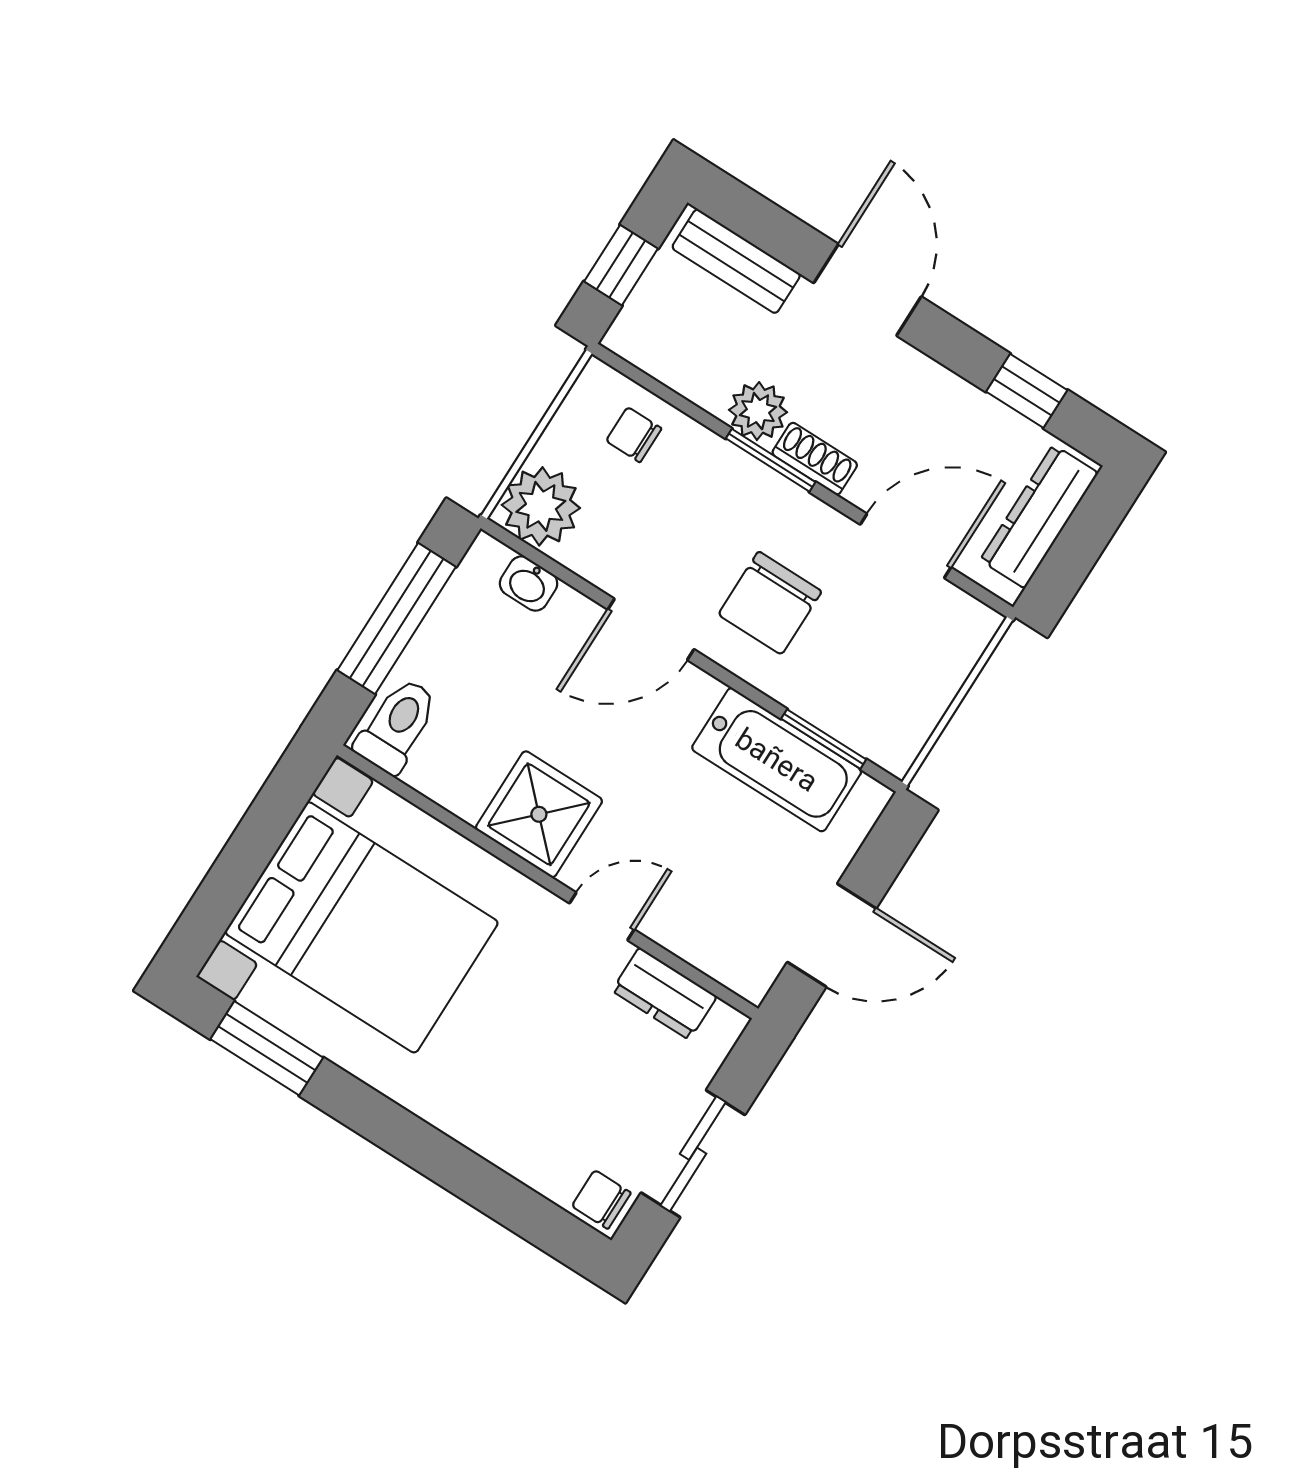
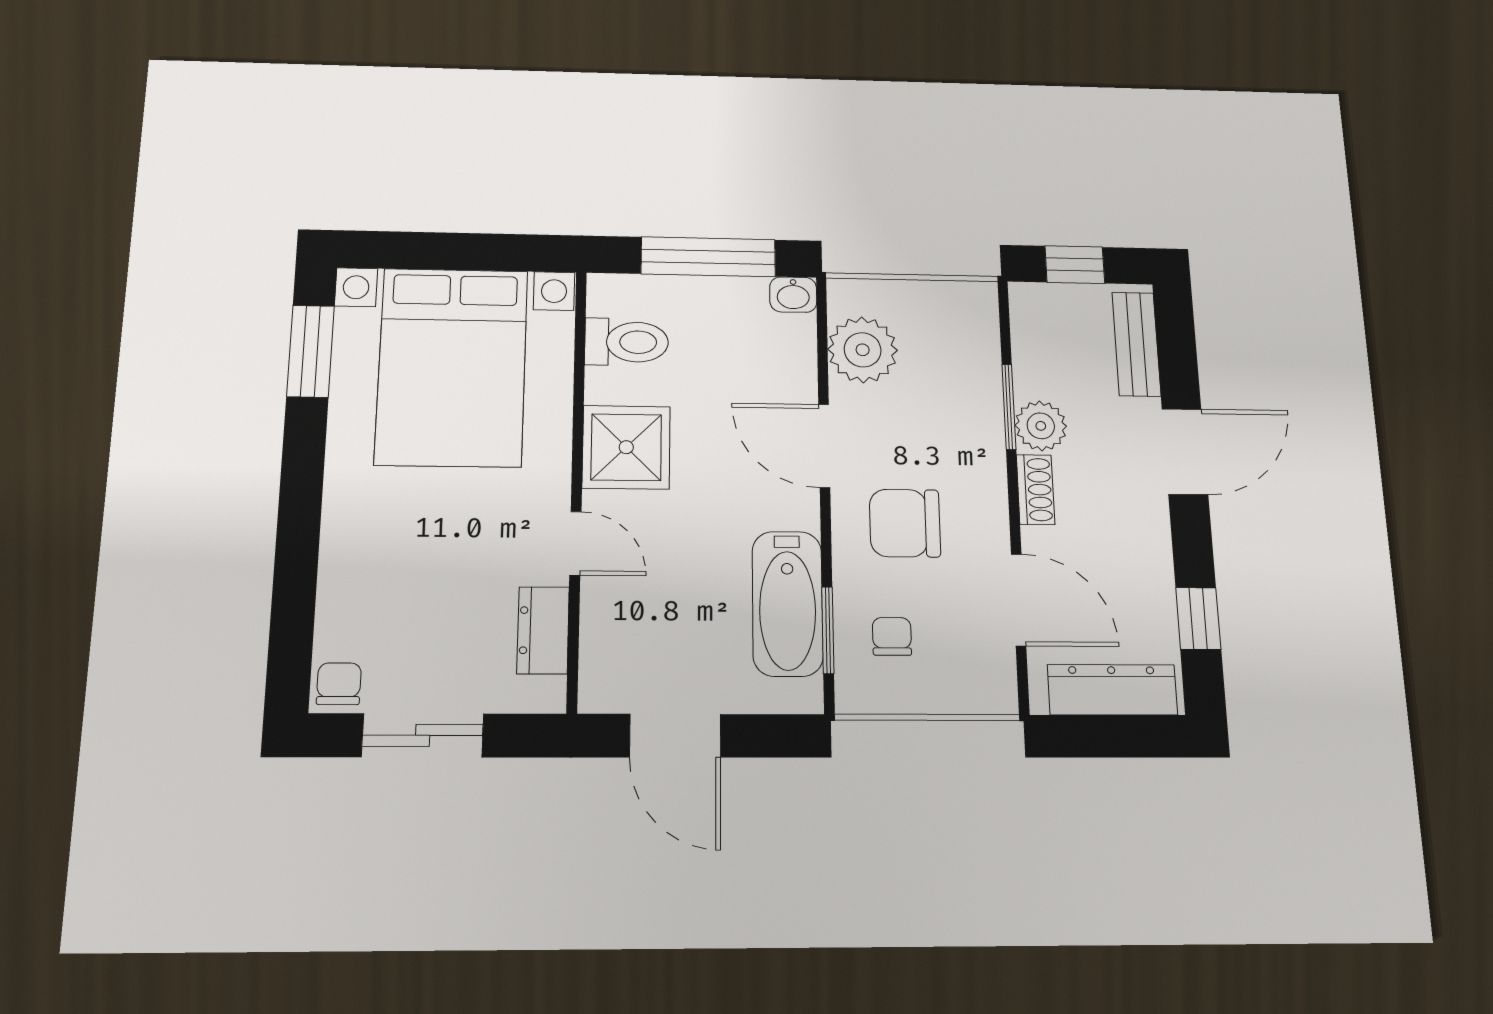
chair: (634, 435) -> (892, 636), moved
window: (771, 460) -> (1009, 407), moved
plant: (541, 506) -> (863, 350), moved
washbasin: (529, 584) -> (793, 295), moved, turned -90
toilet: (397, 726) -> (627, 342), moved

